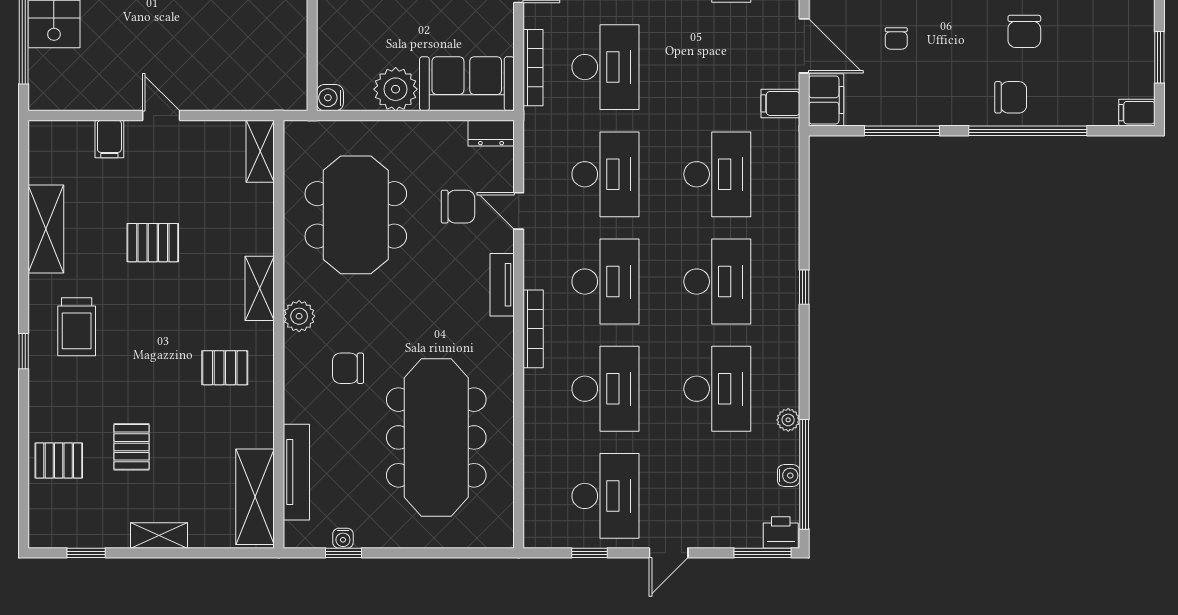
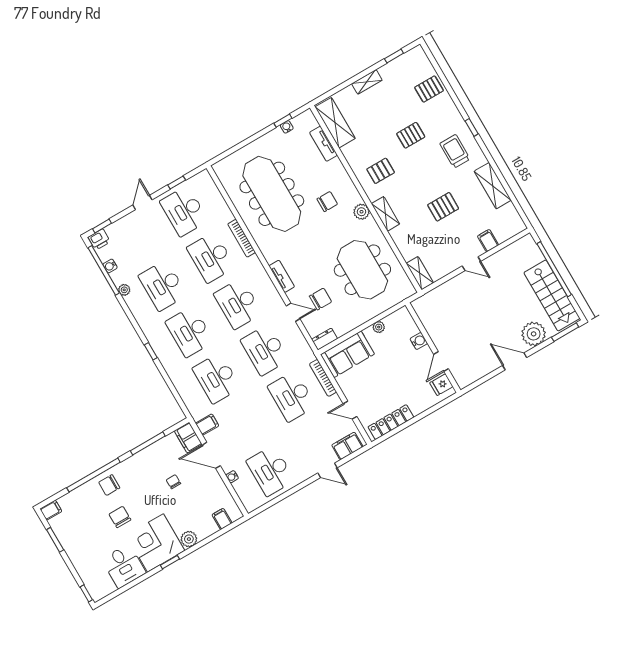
plant: (396, 89) -> (379, 327), width x0.53, depth x0.53
water cooler: (330, 98) -> (419, 341), moved
chair: (458, 207) -> (320, 299), turned 180
bookcase: (533, 329) -> (242, 238), moved
pallet: (131, 447) -> (411, 135), moved, turned 90
tv unit: (296, 472) -> (324, 144), width x0.71
window: (762, 553) -> (102, 226), width x0.67

